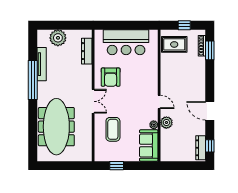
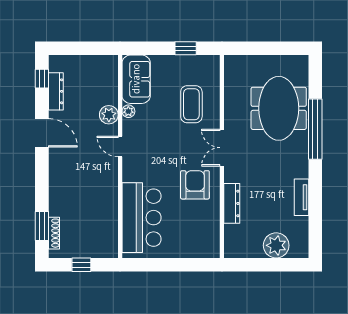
bar counter: (126, 42) -> (141, 218), moved, turned 90
rug: (174, 44) -> (97, 235), removed
dresser: (87, 51) -> (232, 203), moved
tv unit: (42, 64) -> (301, 197), width x0.71
window: (33, 80) -> (315, 129), moved
meeting table: (56, 127) -> (279, 108), width x0.73
dresser: (201, 148) -> (56, 91), moved

